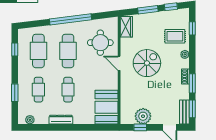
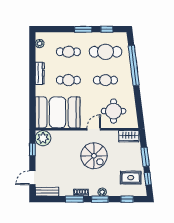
window: (71, 19) -> (134, 65), moved
rug: (175, 36) -> (131, 178), moved, turned 90
cafe table: (68, 51) -> (105, 80), width x0.73, depth x0.74
window: (15, 93) -> (83, 29), moved
booth: (106, 107) -> (58, 112), width x1.36, depth x1.42
window: (192, 109) -> (100, 199), moved
plant: (143, 116) -> (43, 138), moved

